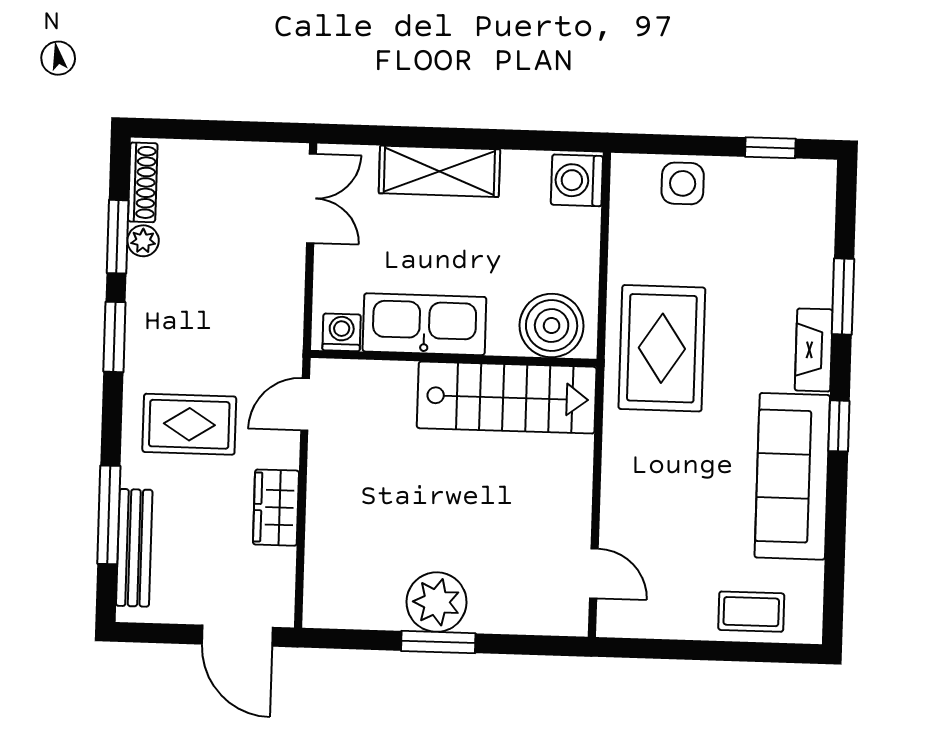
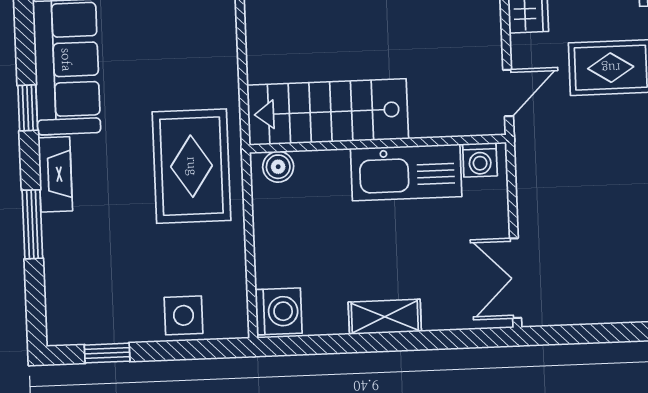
shelving: (439, 171) -> (385, 317), width x0.67, depth x0.75
boiler: (552, 326) -> (278, 167), width x0.54, depth x0.54

